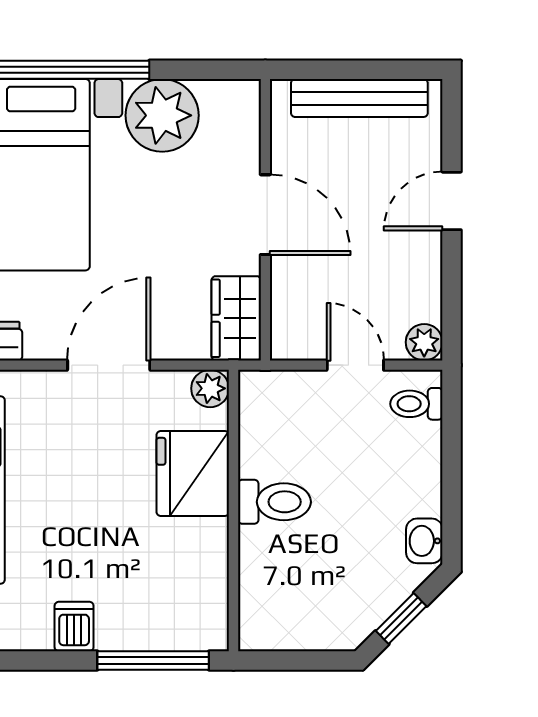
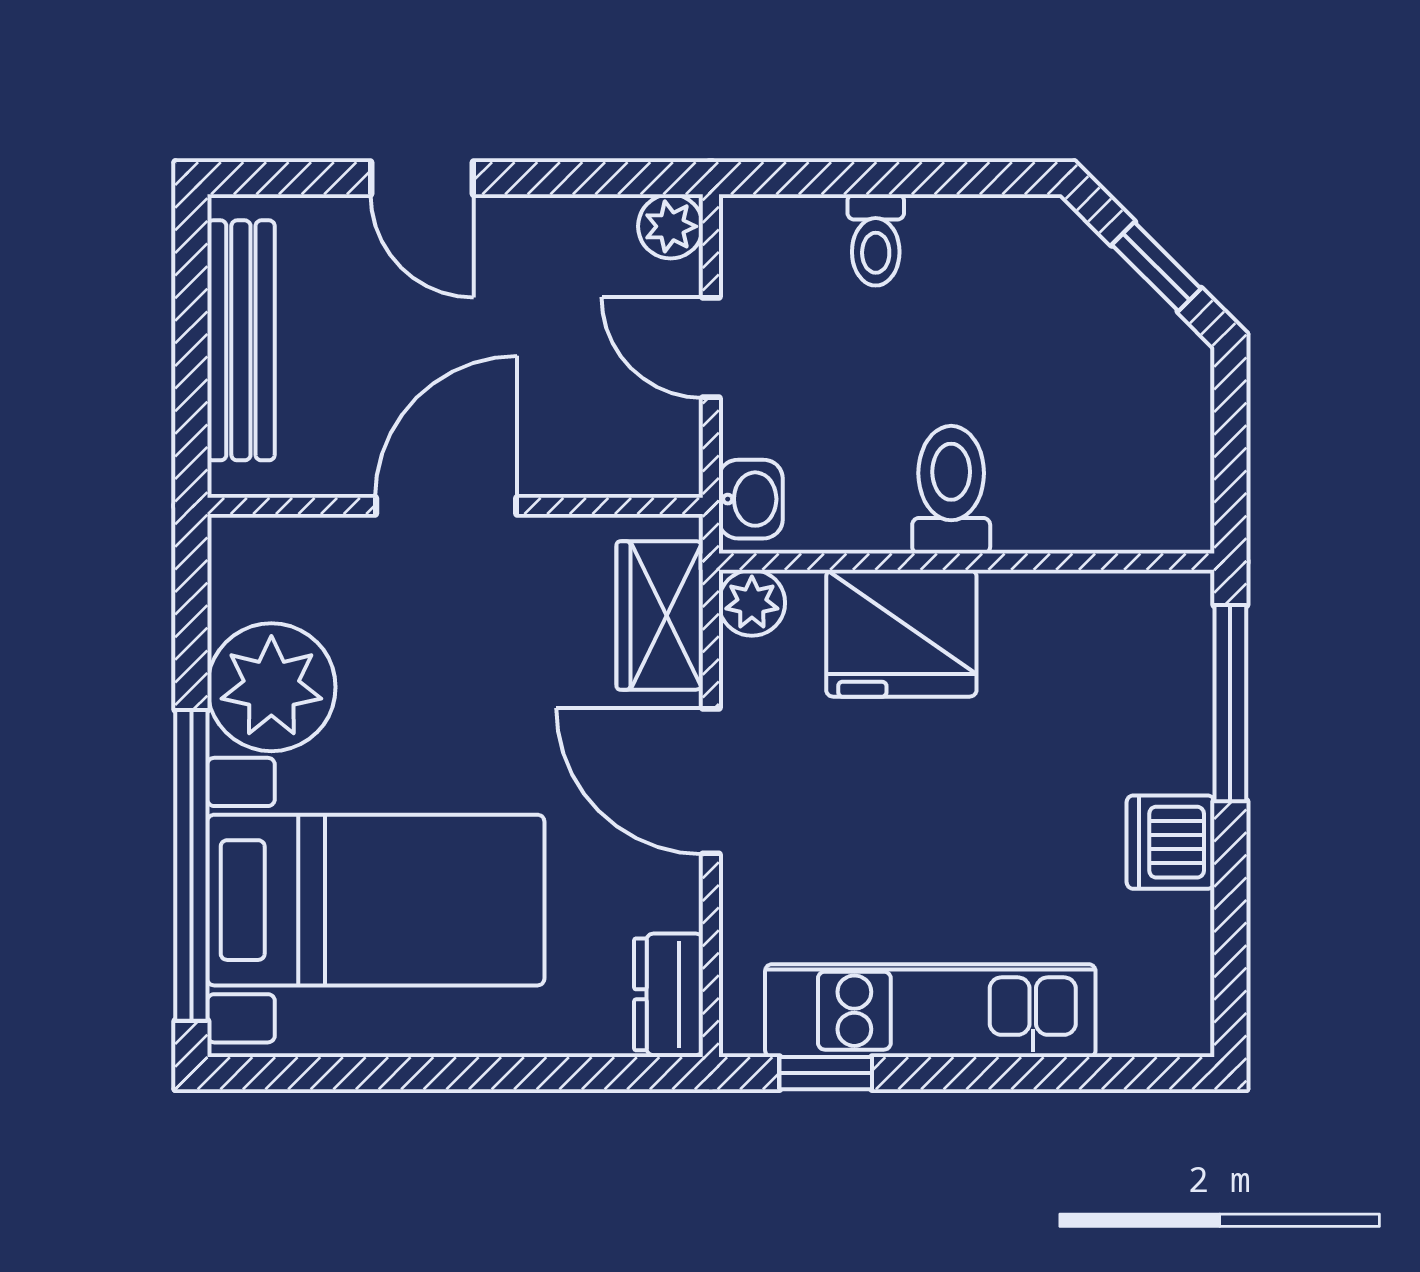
wardrobe: (236, 318) -> (660, 615), moved, turned 90
door: (355, 365) -> (711, 347), hinge flipped
toilet: (416, 404) -> (876, 240), moved
washbasin: (424, 541) -> (751, 499), moved, turned -90
dishwasher: (74, 626) -> (1170, 842), width x1.38

